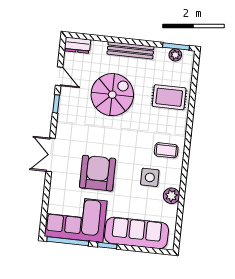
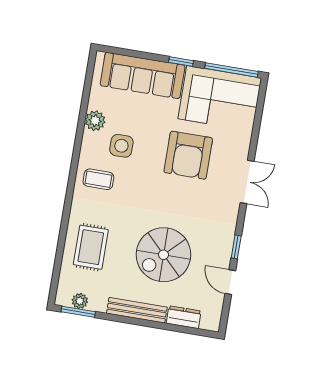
dresser: (77, 45) -> (184, 317), moved
rug: (169, 97) -> (91, 247), turned 90

